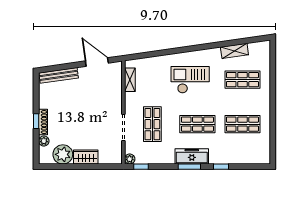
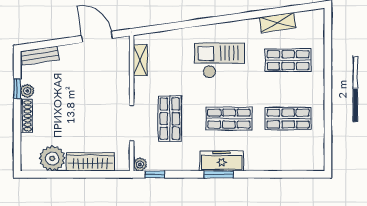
bench: (59, 75) -> (40, 56), width x0.73
window: (36, 121) -> (17, 89), moved
plant: (44, 141) -> (27, 91), moved
wardrobe: (86, 157) -> (90, 162), width x1.50
window: (221, 167) -> (260, 174), removed

